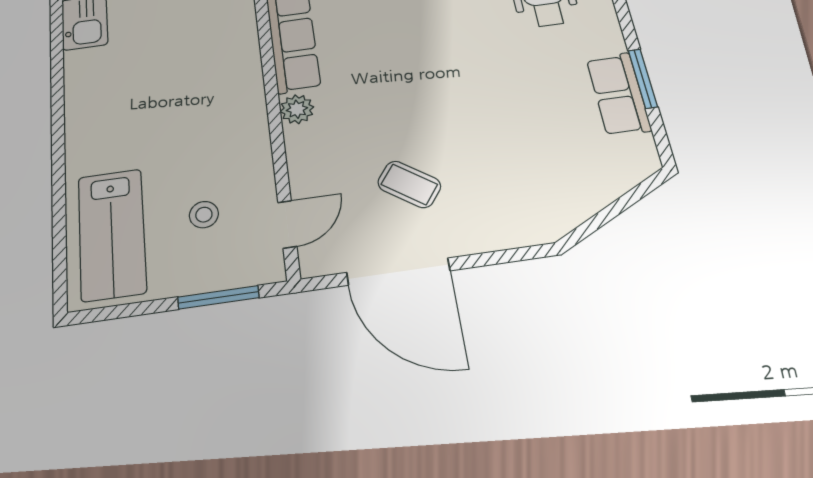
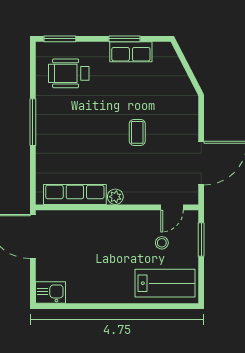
coffee table: (409, 184) -> (137, 132), moved, turned -36
door: (287, 224) -> (172, 207), swing flipped

